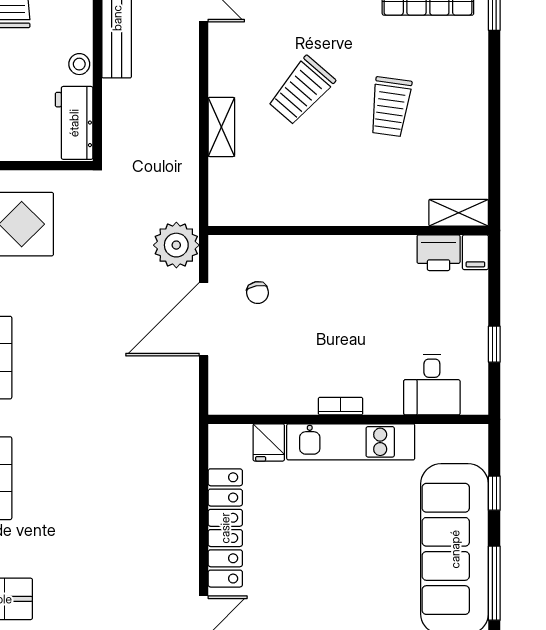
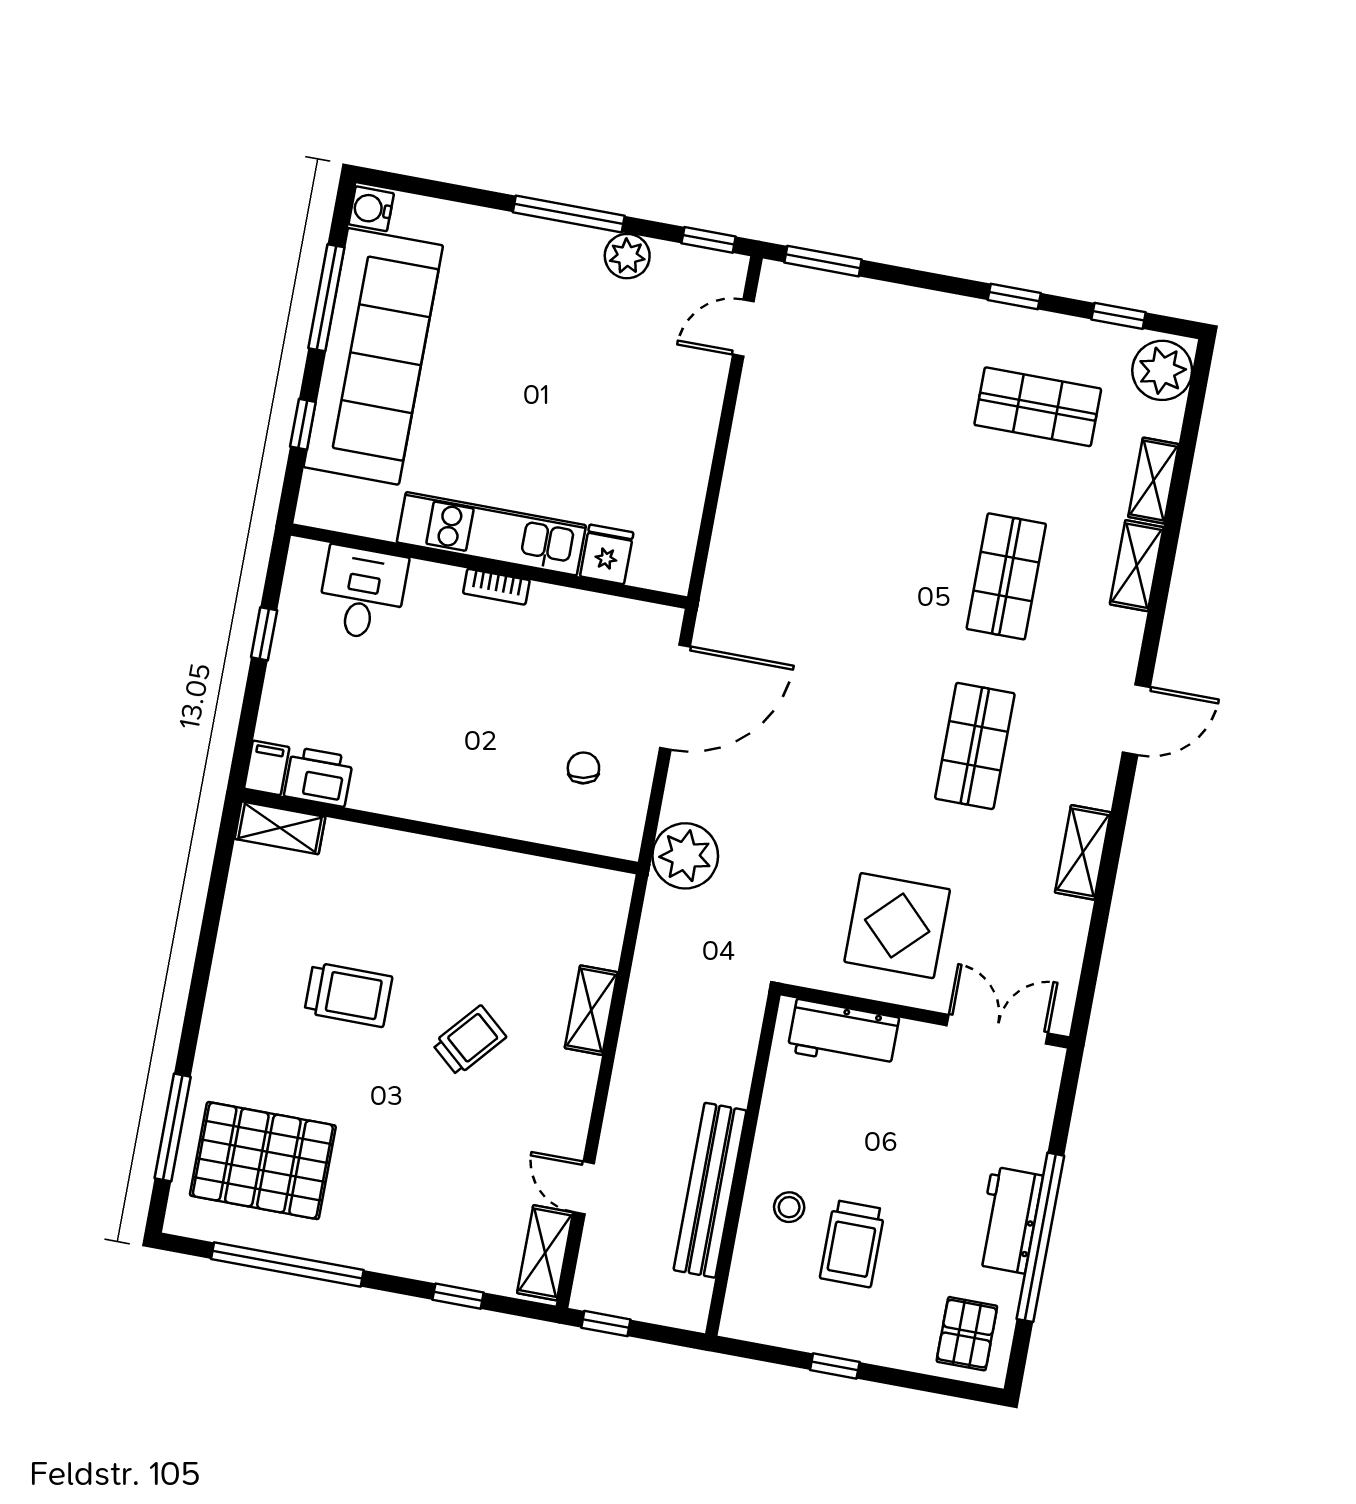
stool: (79, 64) -> (789, 1207), moved
trolley: (301, 91) -> (469, 1040), width x0.73, depth x0.72
trolley: (390, 107) -> (348, 995), turned 82
workbench: (74, 123) -> (843, 1034), moved, turned 90
door: (204, 319) -> (675, 697), moved
locker: (225, 528) -> (690, 446), removed

